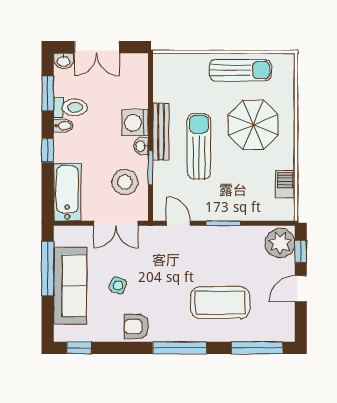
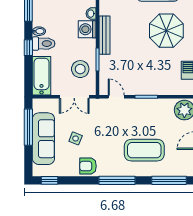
toilet: (70, 107) -> (44, 44), moved
washbasin: (141, 146) -> (91, 14), moved
sun lounger: (199, 146) -> (130, 45), removed

